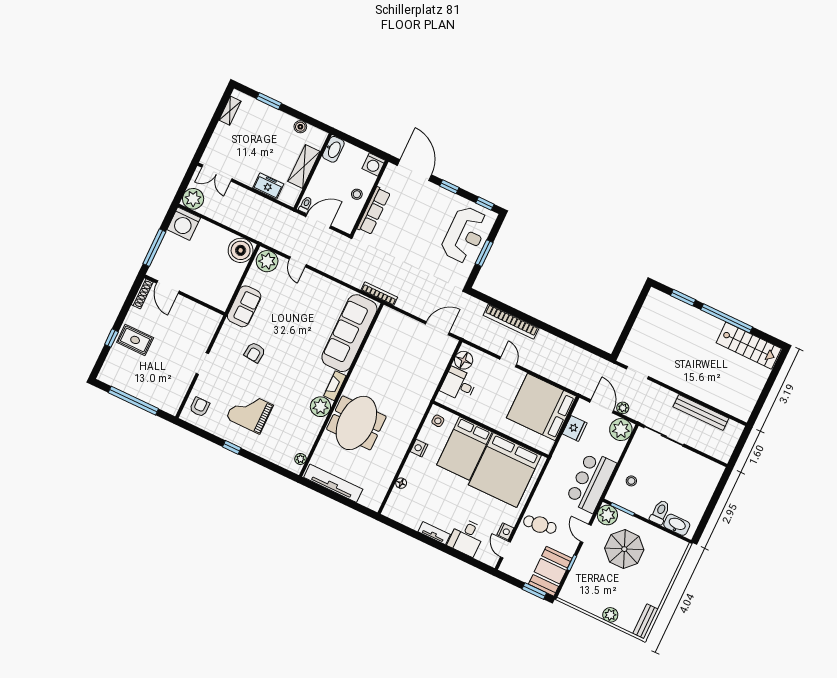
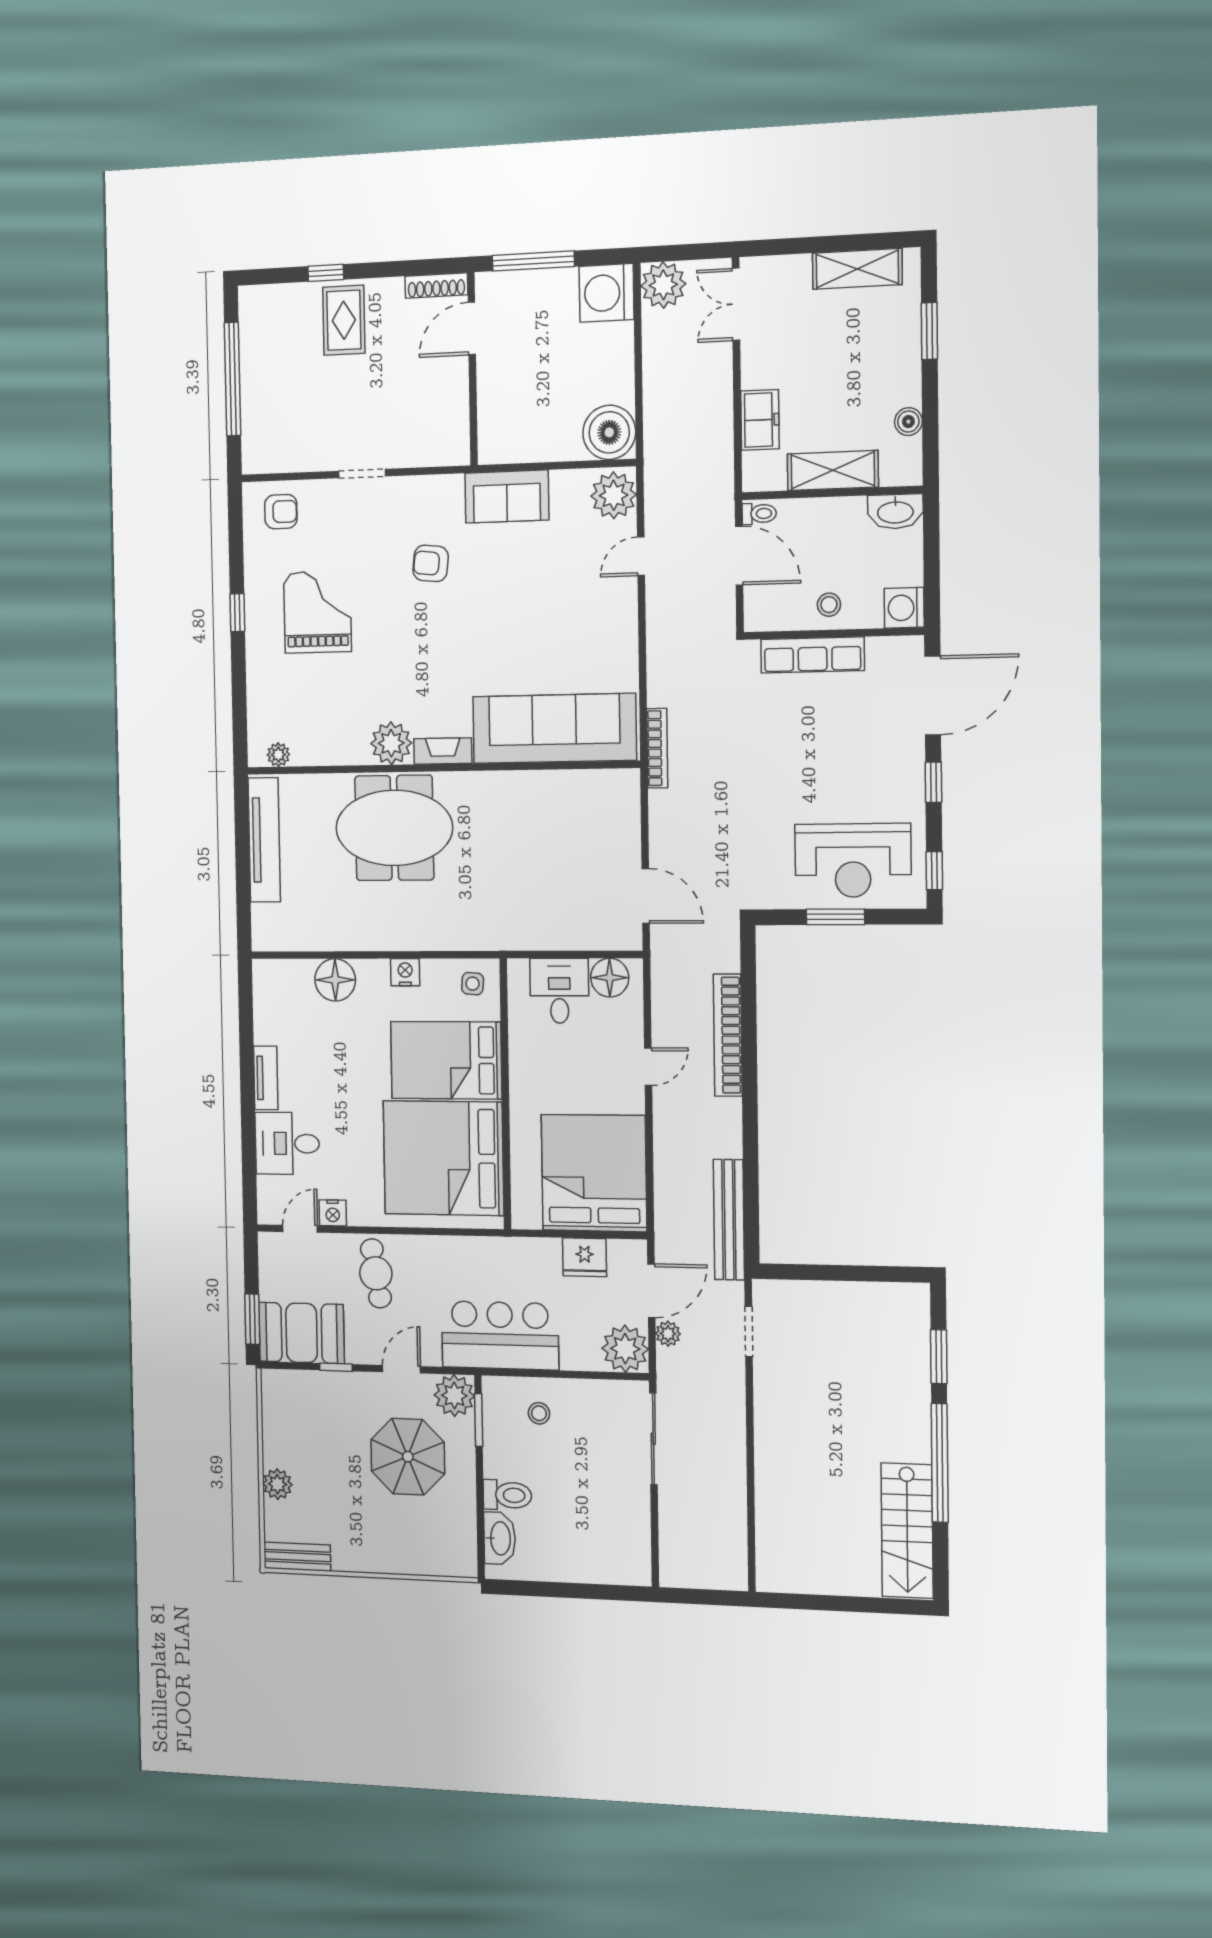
shelving: (230, 111) -> (857, 269), width x1.50, depth x1.33
bench: (701, 412) -> (729, 1220), moved
floor lamp: (401, 483) -> (335, 980), width x1.89, depth x1.89

